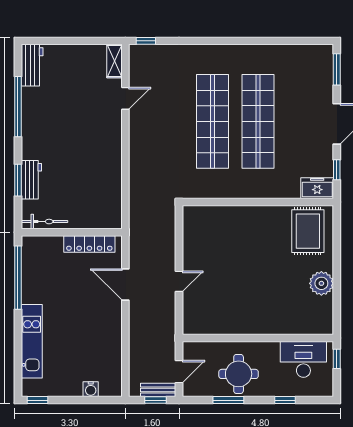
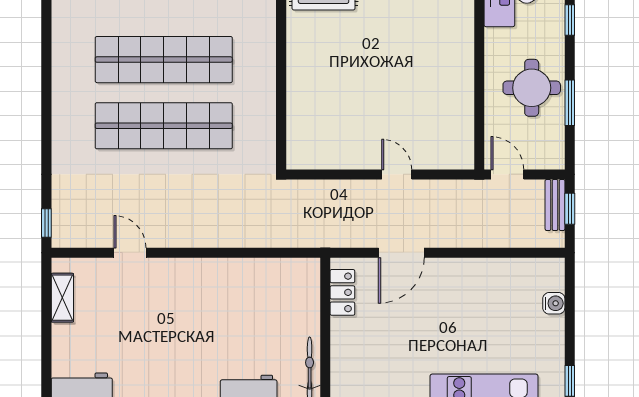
shelving: (114, 61) -> (62, 298), moved, turned 90
locker: (89, 244) -> (342, 292), width x0.66
door: (179, 372) -> (507, 174), moved

